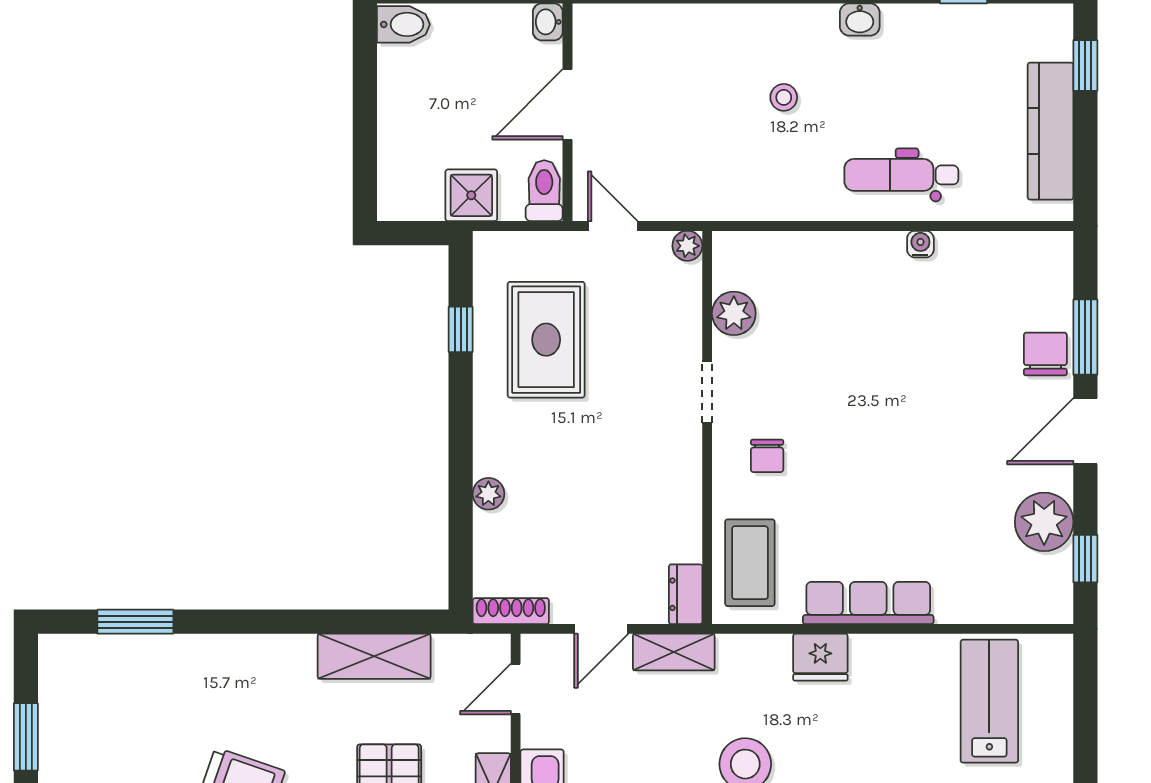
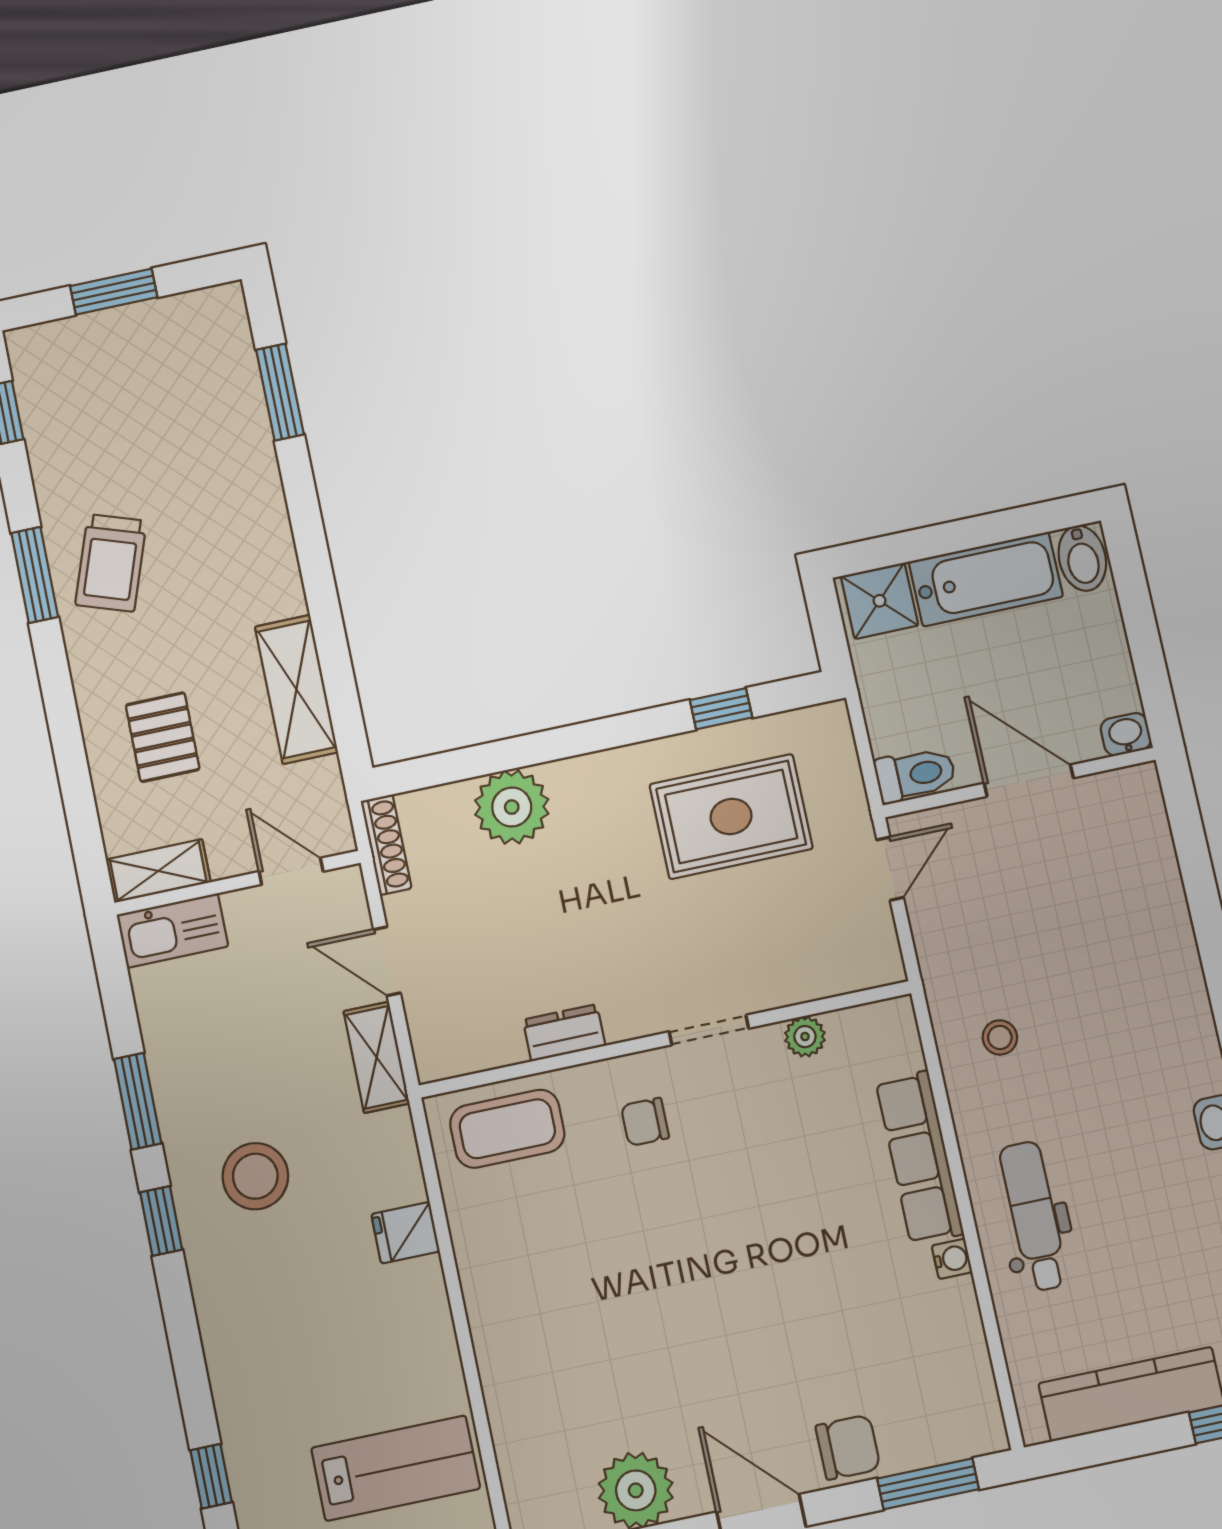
stool: (784, 97) -> (1000, 1037), moved
bathtub: (404, 103) -> (986, 579), added
shower: (471, 195) -> (880, 601), moved
plant: (687, 246) -> (886, 967), removed
plant: (734, 313) -> (805, 1037), width x0.73, depth x0.73
window: (1085, 337) -> (928, 1484), moved
plant: (488, 494) -> (512, 807), width x1.88, depth x1.88
dresser: (686, 594) -> (564, 1033), moved
row of seats: (868, 603) -> (920, 1157), moved, turned 180
fridge: (820, 657) -> (406, 1233), width x0.72

